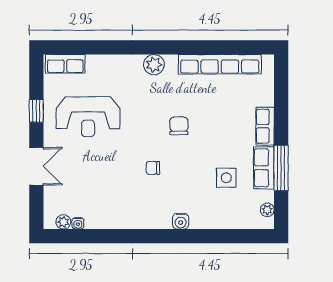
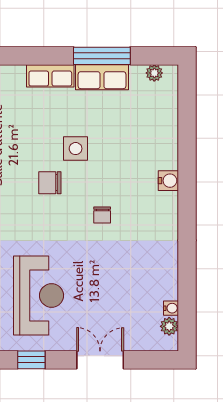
side table: (226, 178) -> (76, 149), moved

